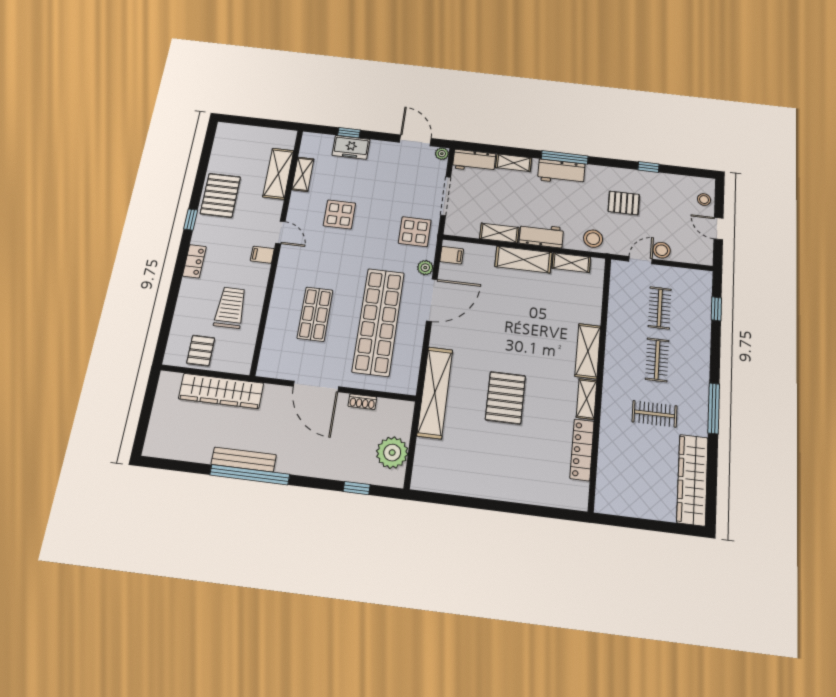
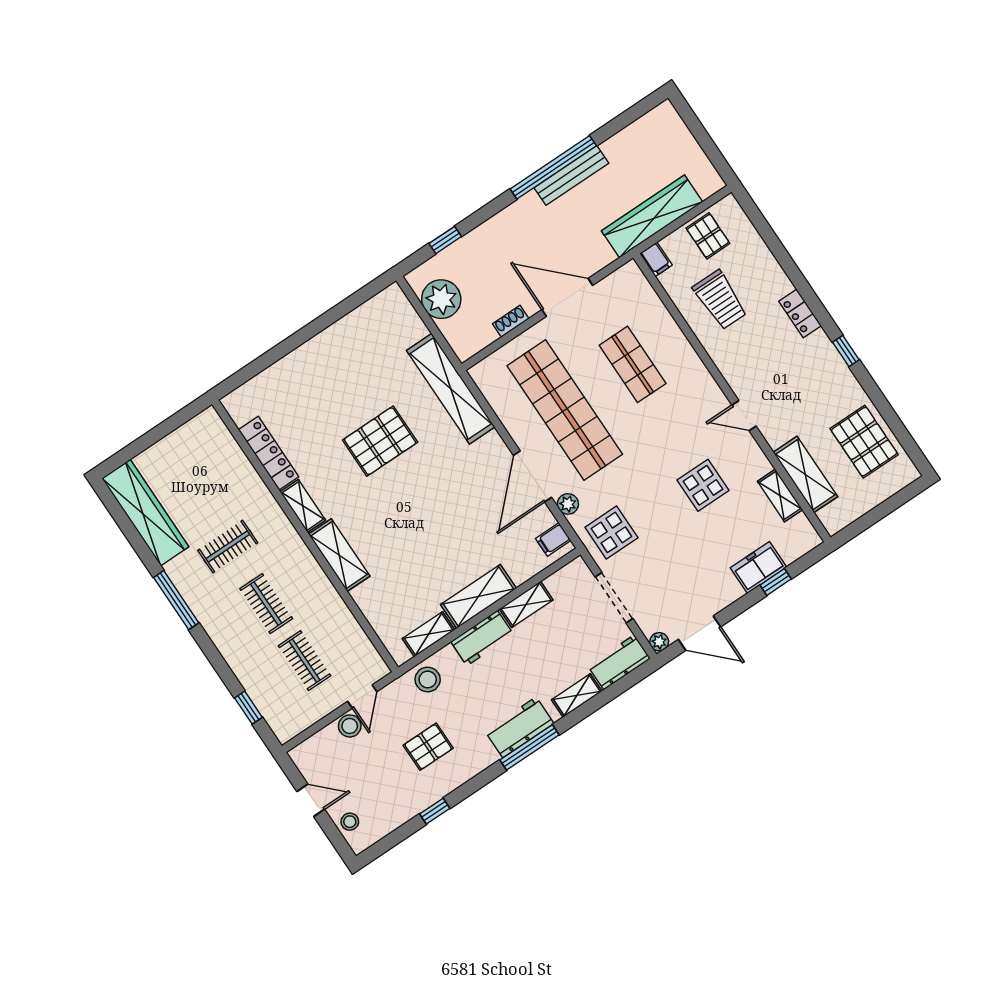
pallet: (220, 195) -> (864, 442), moved
filing cabinet: (262, 255) -> (656, 259), moved, turned 90
pallet: (505, 398) -> (380, 441), turned 90

